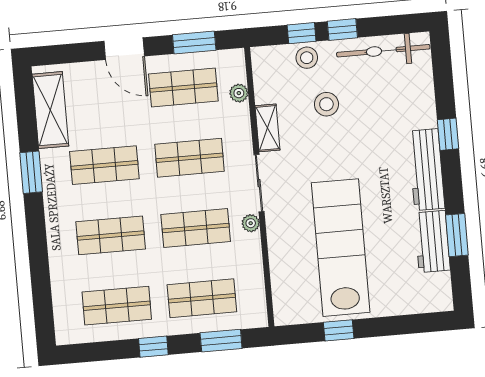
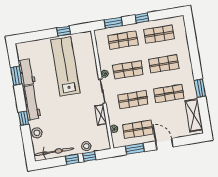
stool: (326, 104) -> (37, 133), moved
lab bench: (341, 248) -> (65, 66), turned 180

